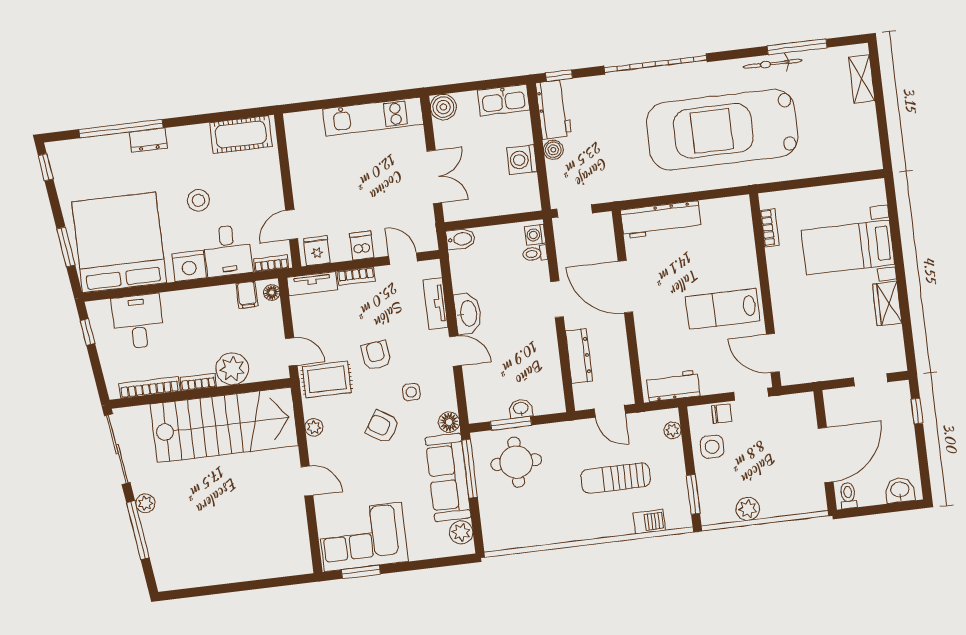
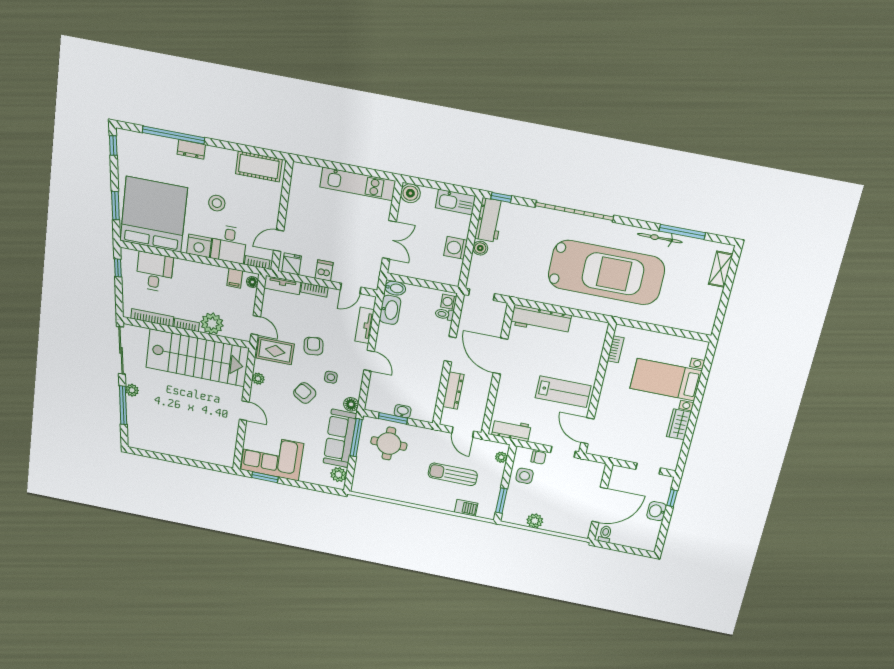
car: (722, 130) -> (606, 272), turned 180
door: (403, 259) -> (351, 288), swing flipped
lab bench: (723, 309) -> (563, 392), turned 180
washbasin: (468, 313) -> (390, 310), moved
washbasin: (900, 490) -> (657, 511), moved, turned -90

